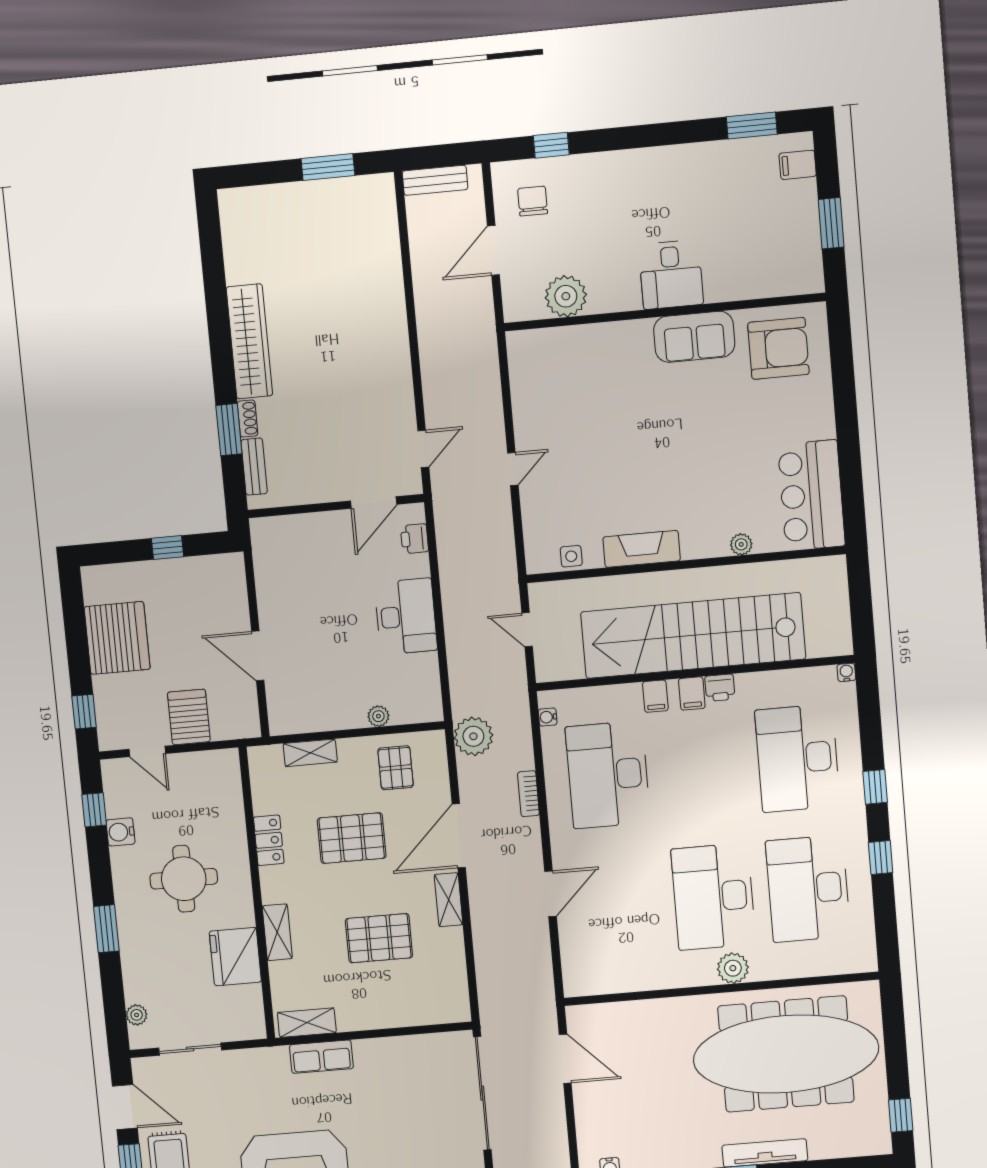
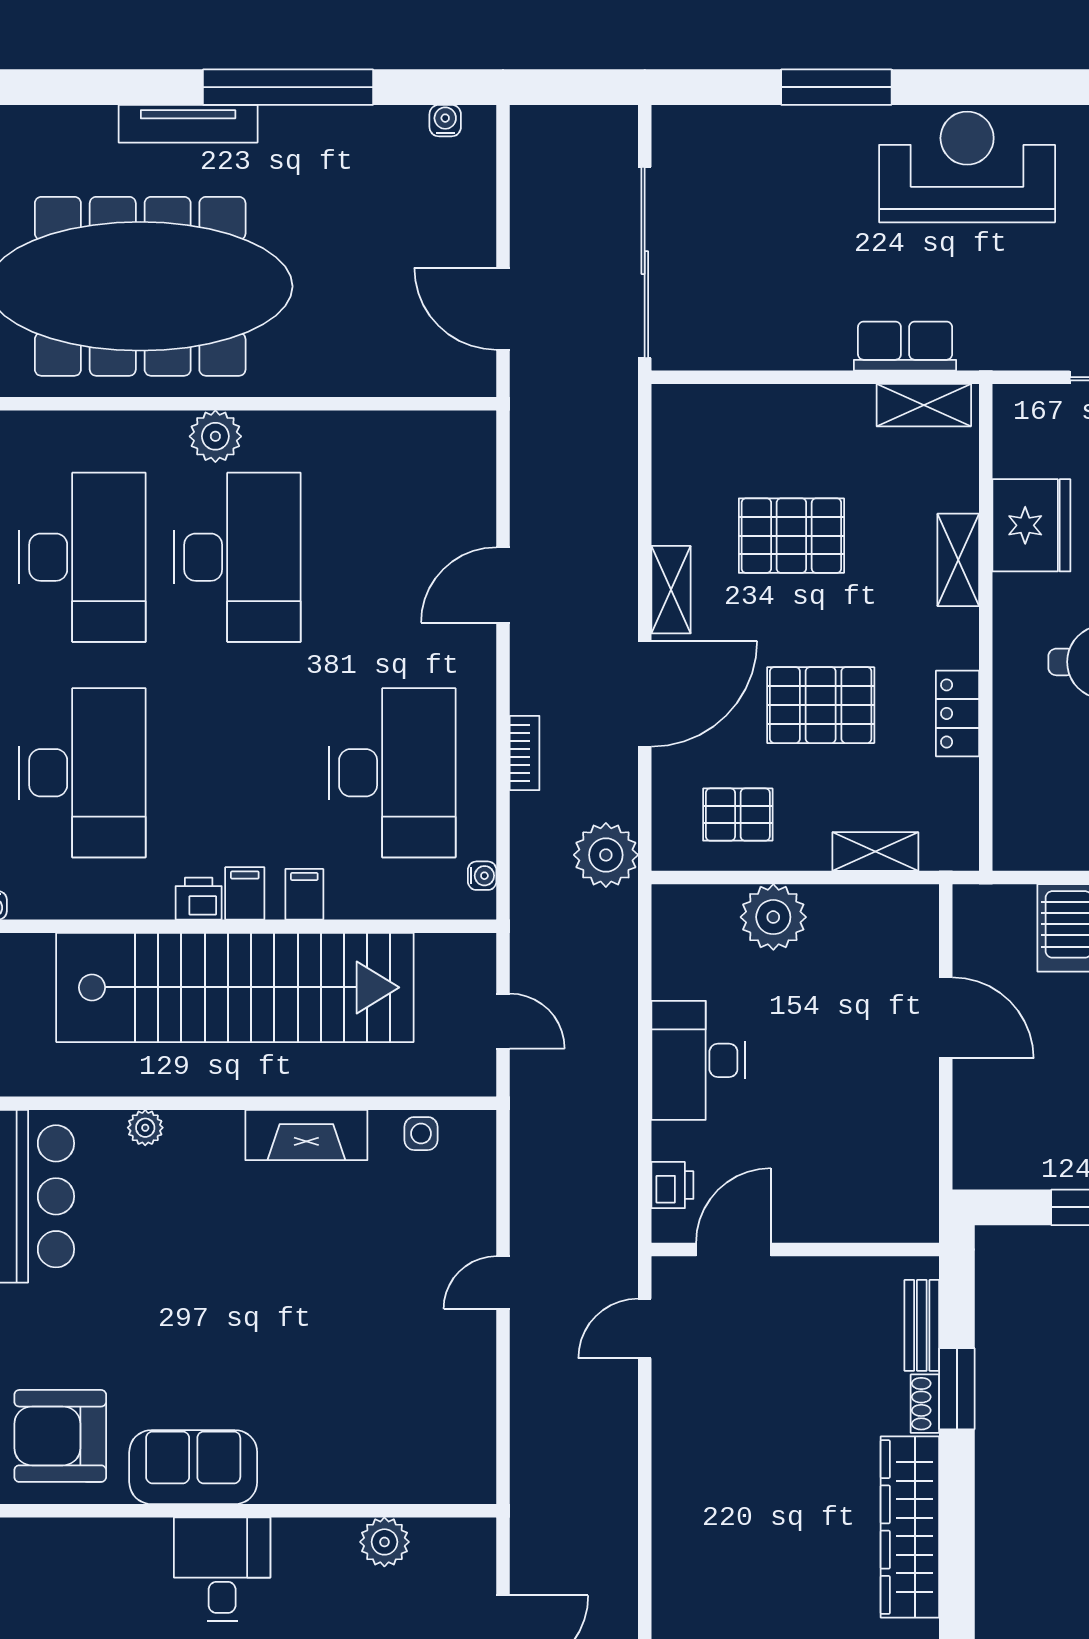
plant: (566, 296) -> (384, 1542), width x0.73, depth x0.73
plant: (378, 716) -> (773, 917), width x1.88, depth x1.88
pallet: (396, 768) -> (738, 815), turned 90

